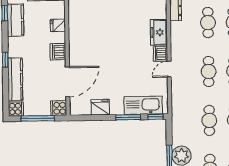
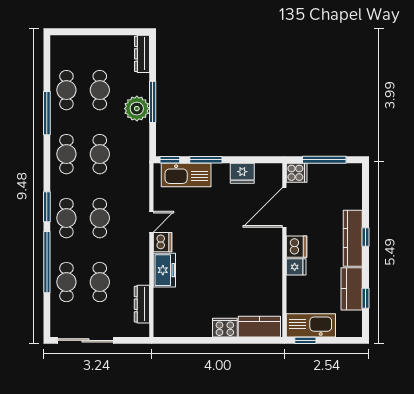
fridge: (58, 25) -> (296, 267), moved
kitchen counter: (15, 79) -> (353, 238), moved
cooker: (16, 109) -> (352, 173), removed

